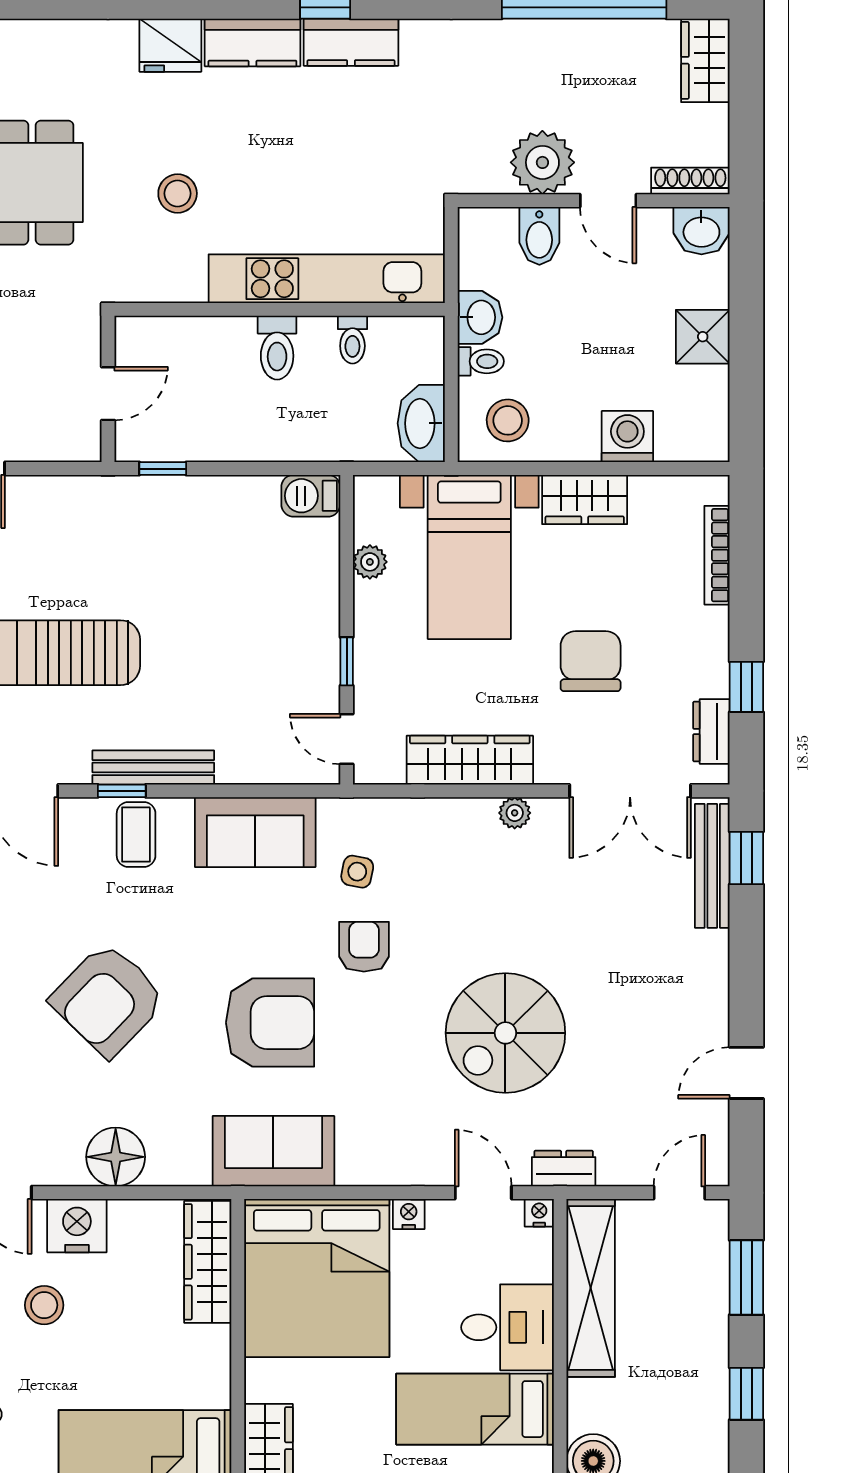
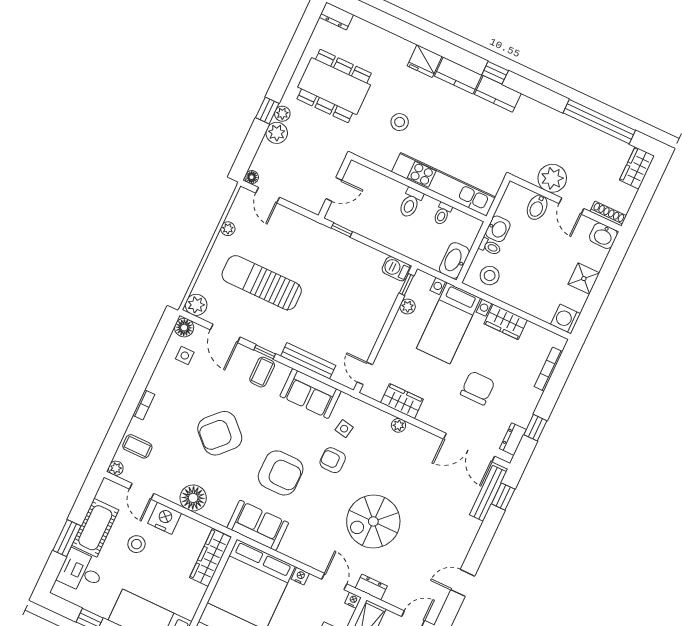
washing machine: (627, 437) -> (566, 319), moved, turned -90
window: (347, 661) -> (406, 284), moved
wardrobe: (470, 760) -> (402, 401), width x0.67
bench: (153, 768) -> (308, 361), moved
plant: (515, 813) -> (398, 425), moved
armchair: (364, 947) -> (333, 460), turned -90

